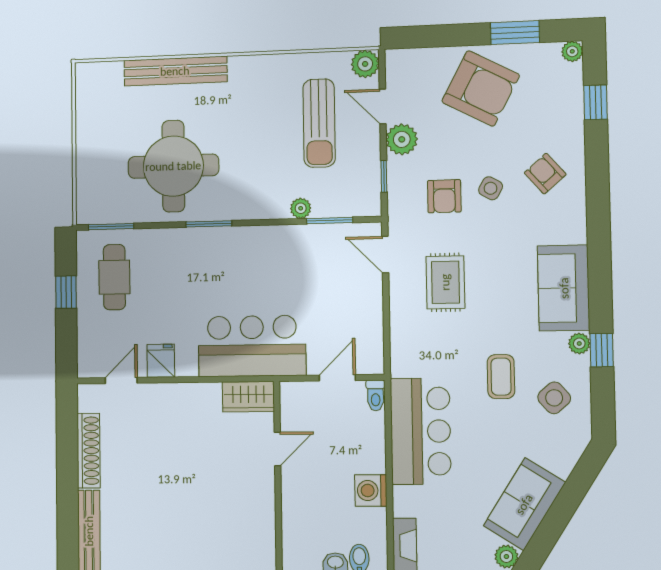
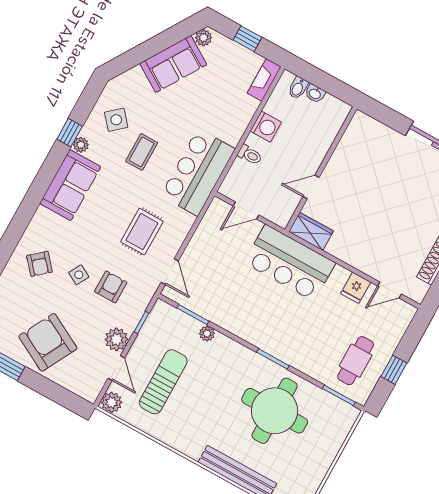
toilet: (376, 395) -> (250, 155), moved, turned 90
bar counter: (421, 431) -> (198, 172), moved

